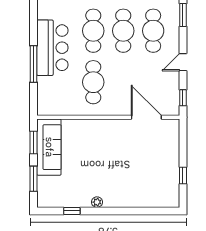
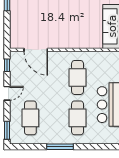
cafe table: (123, 31) -> (54, 118), removed

